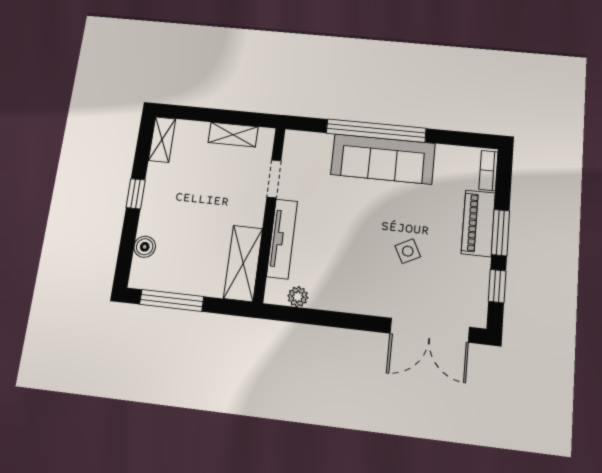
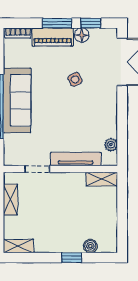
window: (136, 194) -> (72, 258), moved
shelving: (243, 263) -> (102, 179), width x0.67, depth x0.75
floor lamp: (478, 270) -> (82, 35), added
window: (172, 300) -> (122, 223), removed

